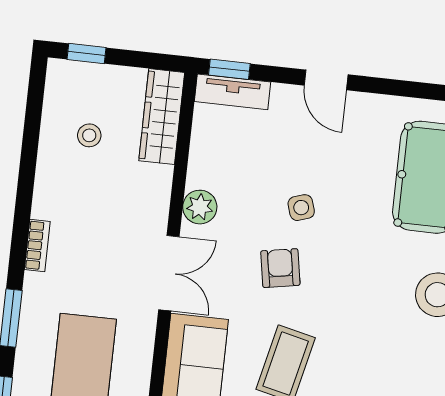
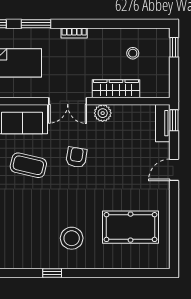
wardrobe: (162, 117) -> (116, 89), moved
side table: (301, 208) -> (108, 164), removed
armchair: (280, 268) -> (76, 157), turned -71

